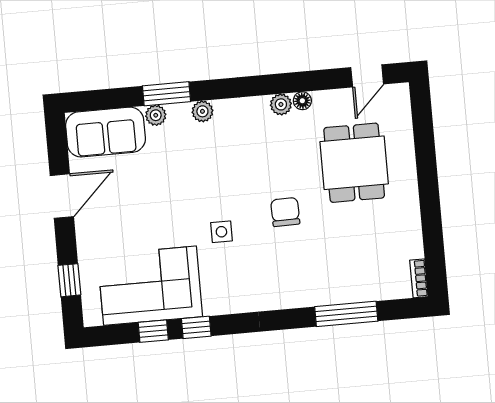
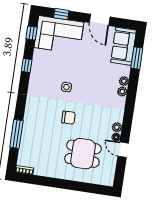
door: (367, 76) -> (123, 150), moved
window: (166, 94) -> (137, 58), moved
plant: (156, 115) -> (124, 81), moved
corner sofa: (150, 286) -> (59, 35), moved, turned 90
window: (153, 331) -> (31, 33), moved

